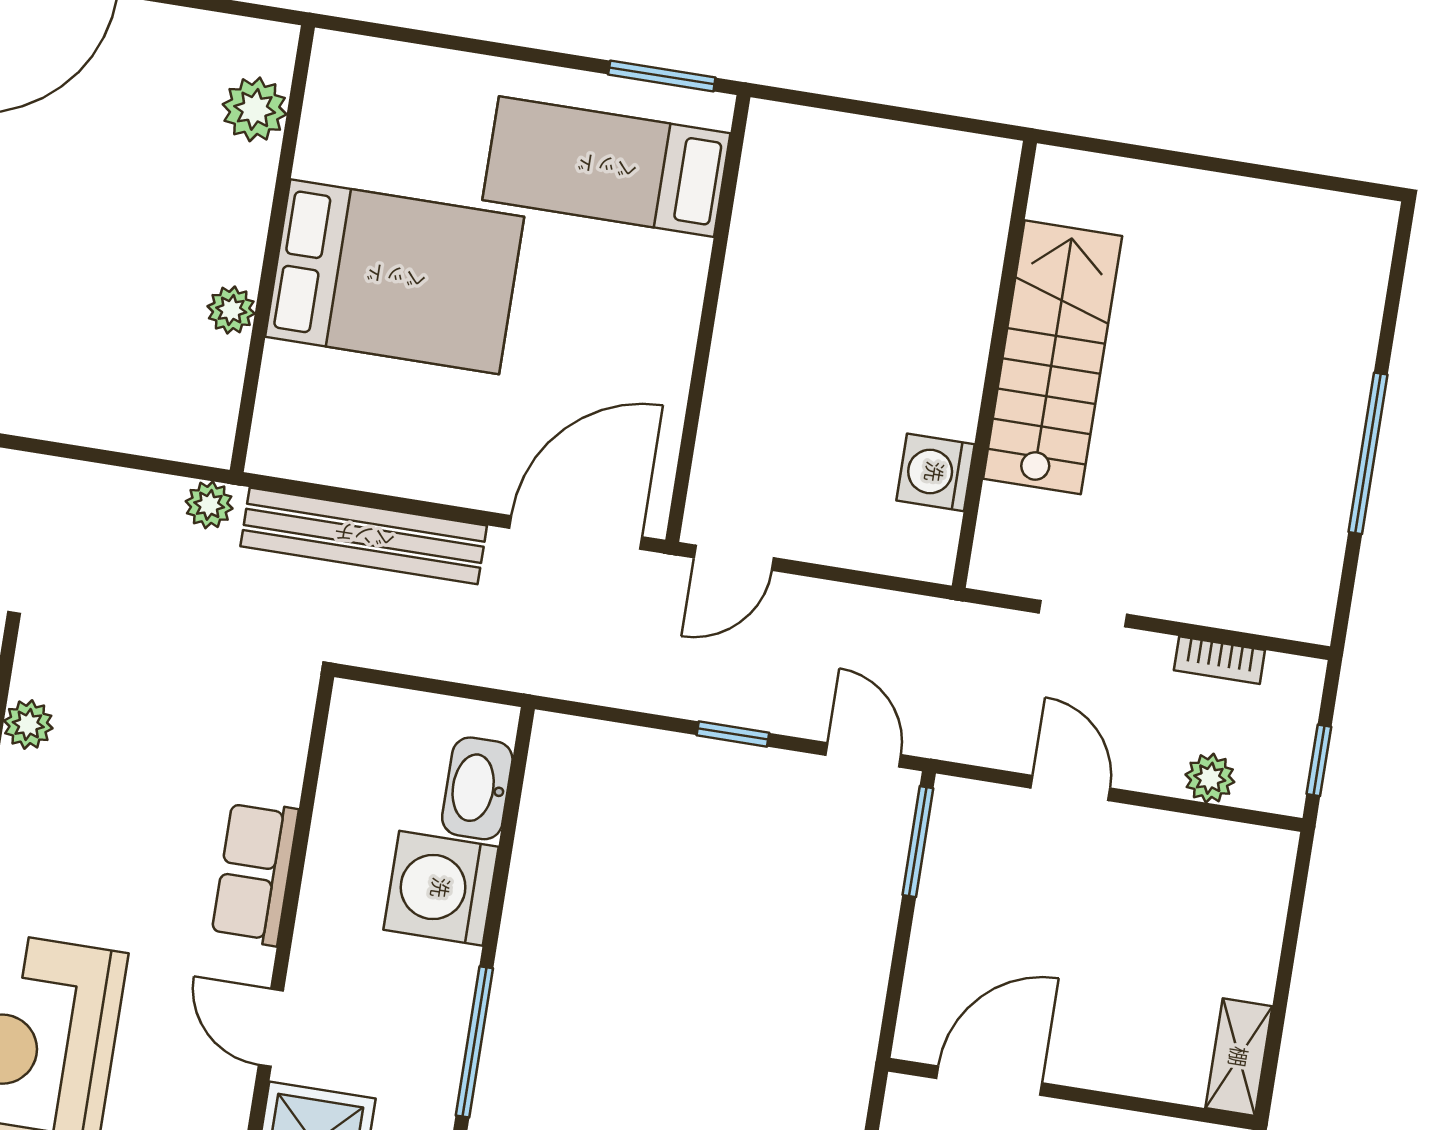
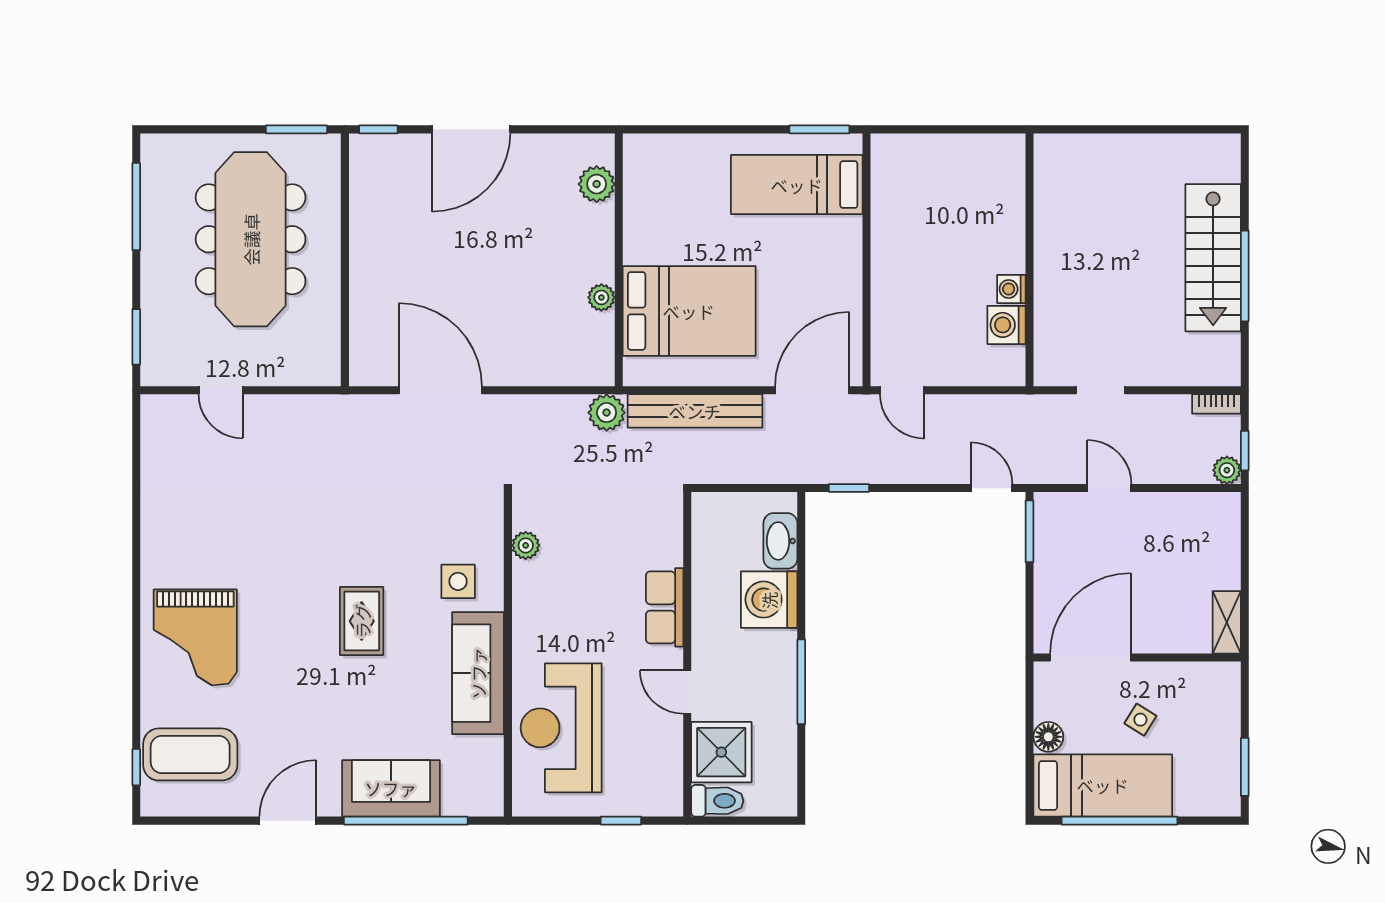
bed: (395, 277) -> (689, 311), moved
stairs: (1053, 357) -> (1213, 258), moved, turned 180
washing machine: (954, 411) -> (1011, 289), added
plant: (209, 505) -> (607, 413), width x1.38, depth x1.38
door: (734, 558) -> (902, 390), hinge flipped
bookcase: (1219, 660) -> (1216, 404), moved
window: (733, 734) -> (849, 488), moved
plant: (1210, 778) -> (1227, 470), moved
door: (989, 1081) -> (1090, 658), width x1.36

